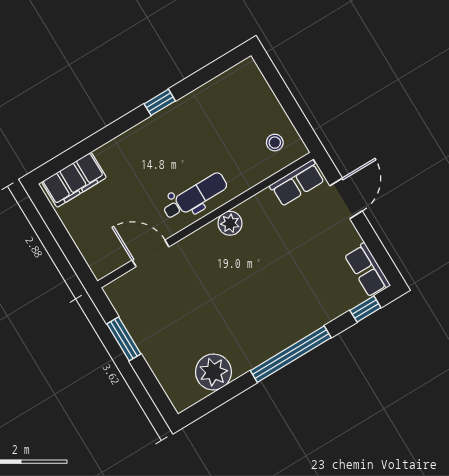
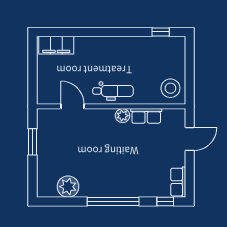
window: (160, 102) -> (161, 32), moved
stool: (275, 143) -> (170, 88), width x1.89, depth x1.89
row of seats: (297, 183) -> (146, 116), moved

